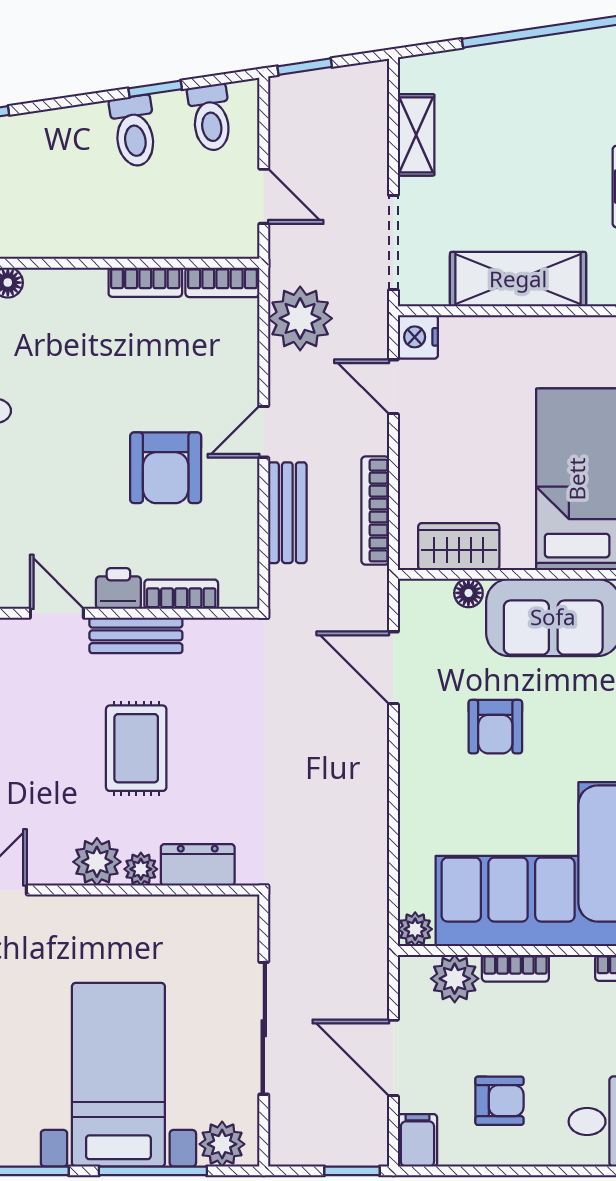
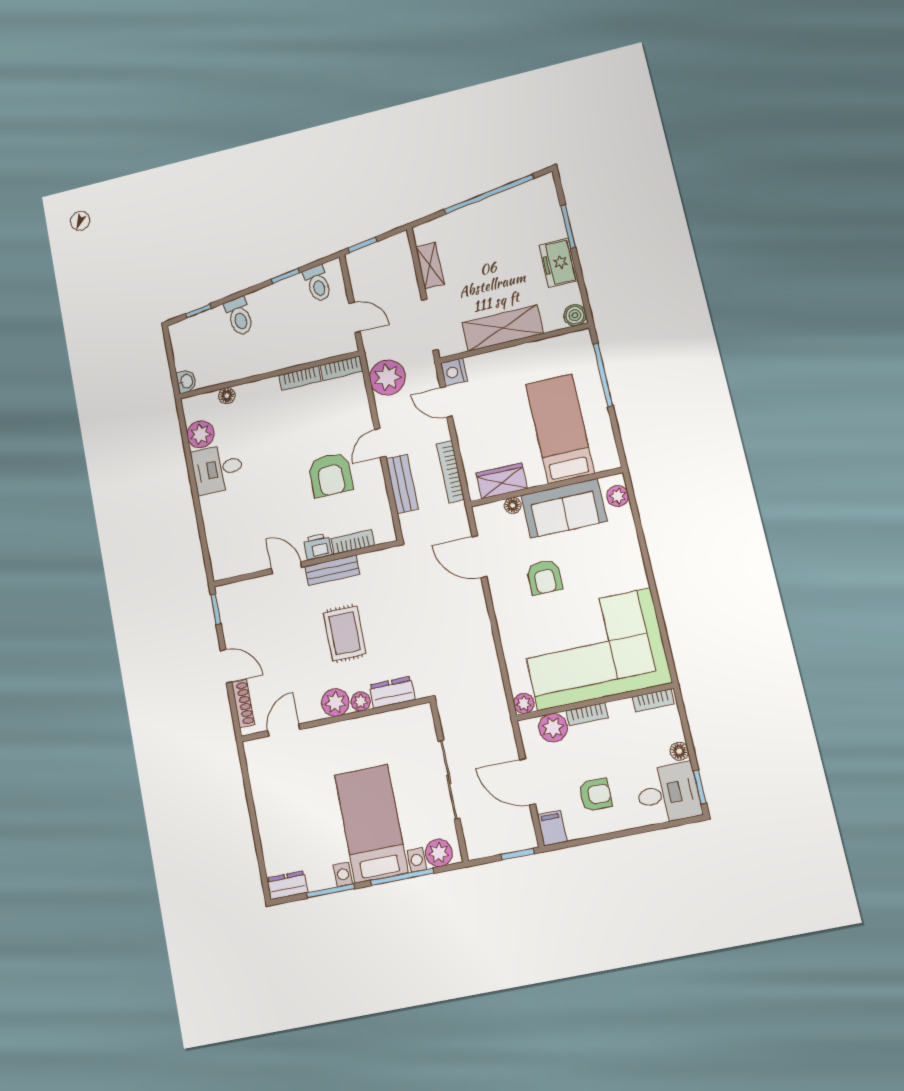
toilet: (134, 131) -> (239, 316), moved

